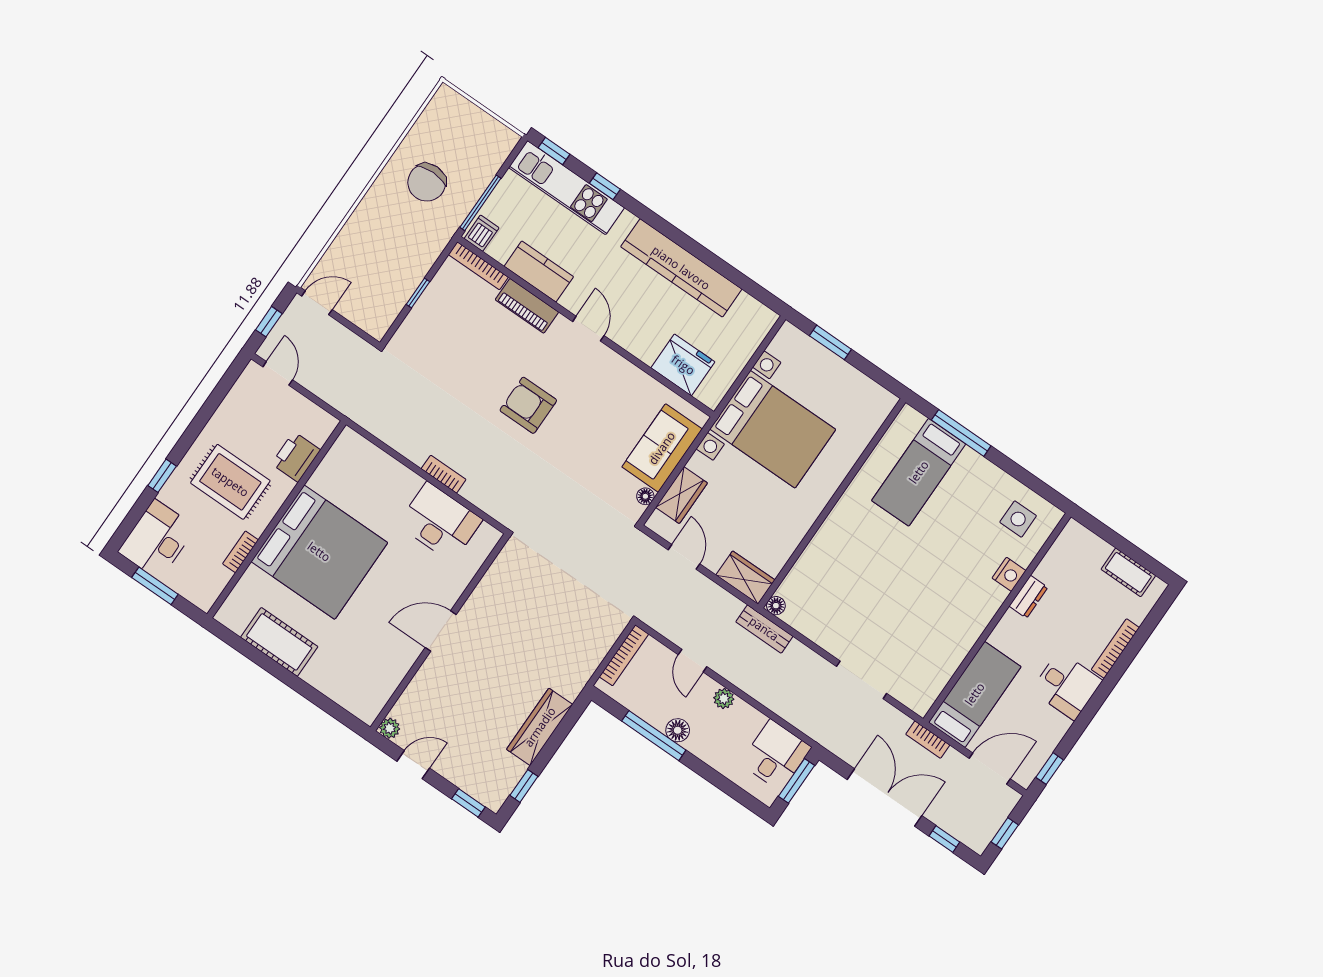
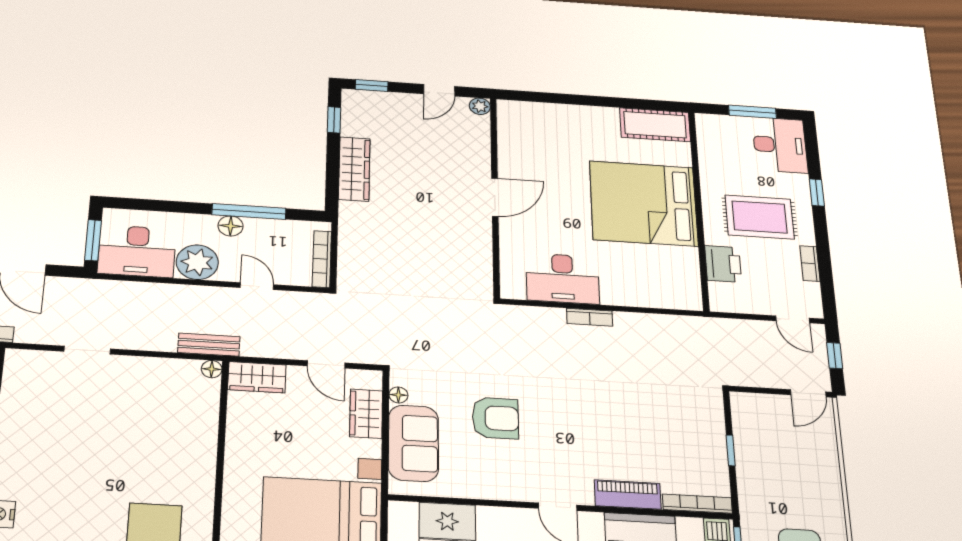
armchair: (528, 405) -> (495, 418), moved
bookcase: (241, 552) -> (810, 263), moved, turned 180
cot: (279, 642) -> (655, 125), moved
doorway: (862, 680) -> (87, 350), width x0.73
plant: (724, 699) -> (197, 262), width x1.87, depth x1.87
desk: (776, 755) -> (137, 251), width x1.37

